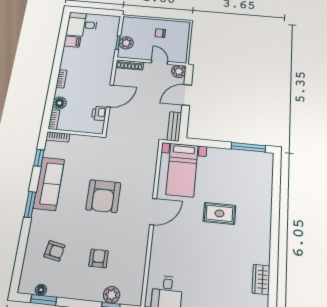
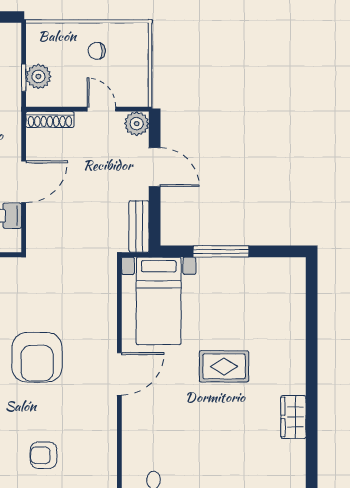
door: (187, 95) -> (155, 167), swing flipped
window: (248, 147) -> (221, 251), moved
armchair: (99, 258) -> (44, 455), turned -90
wardrobe: (261, 279) -> (293, 417), moved

